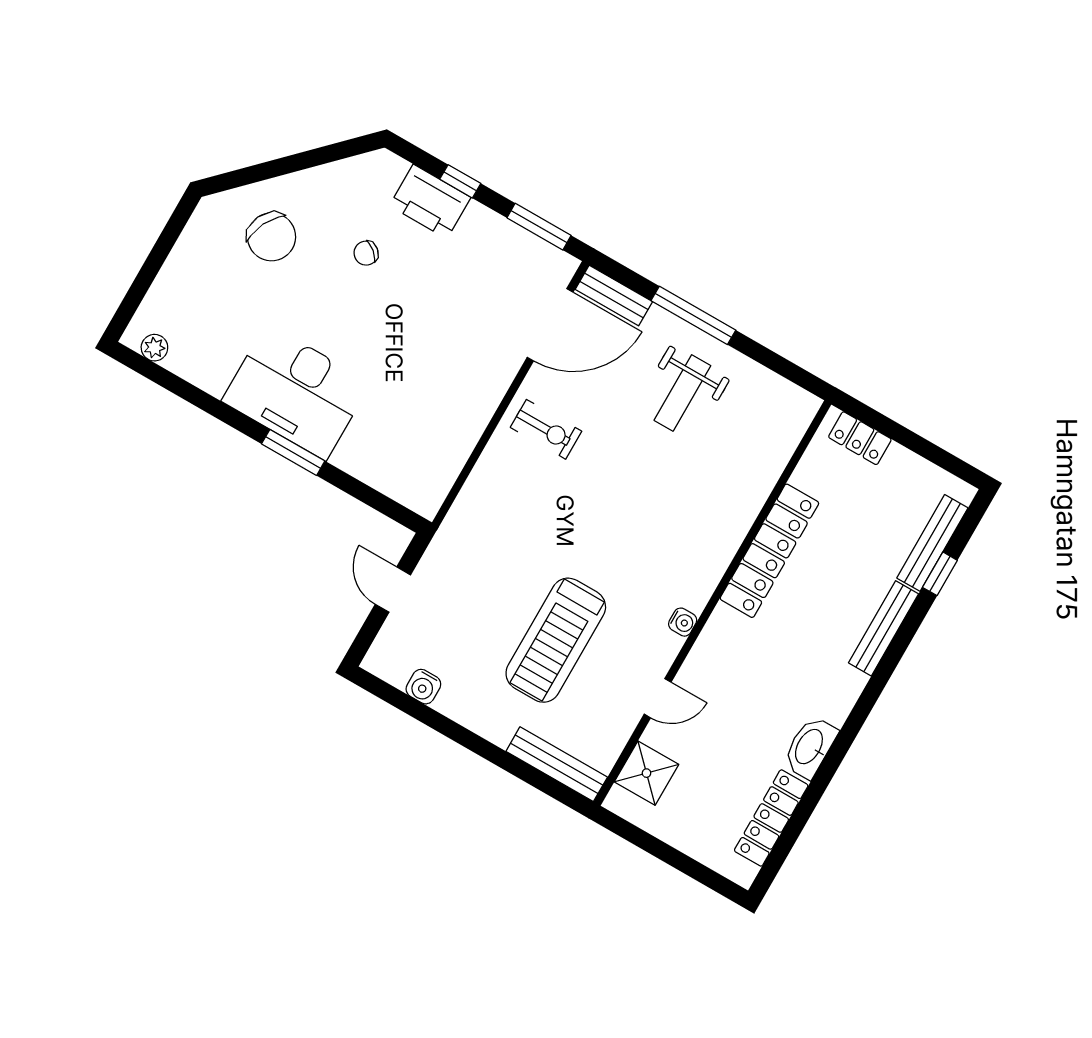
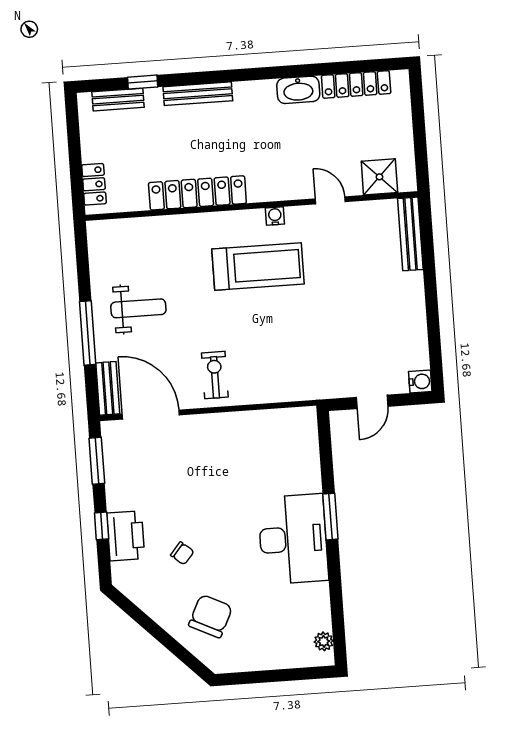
bench: (932, 543) -> (118, 100), width x0.73
treadmill: (556, 640) -> (258, 266), moved
water cooler: (423, 687) -> (420, 382), moved

